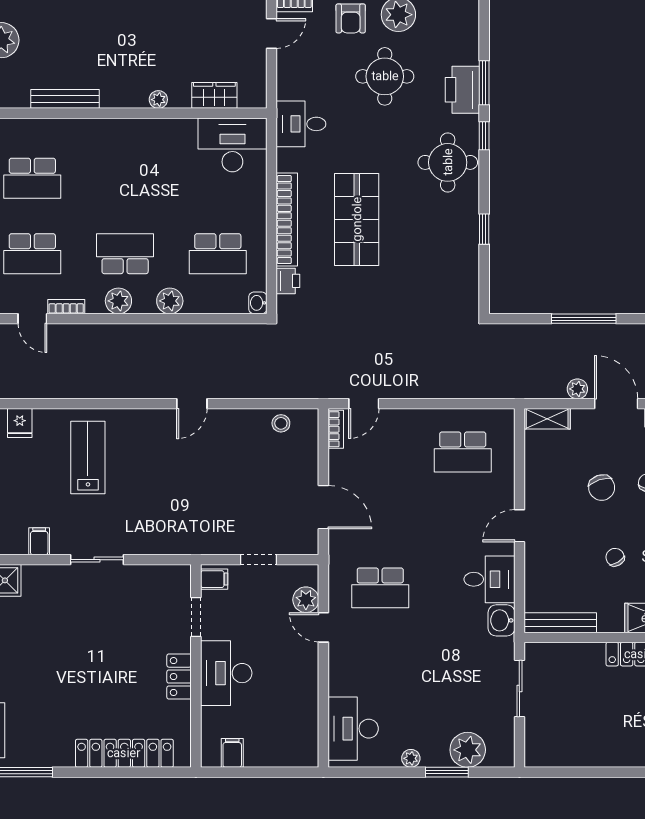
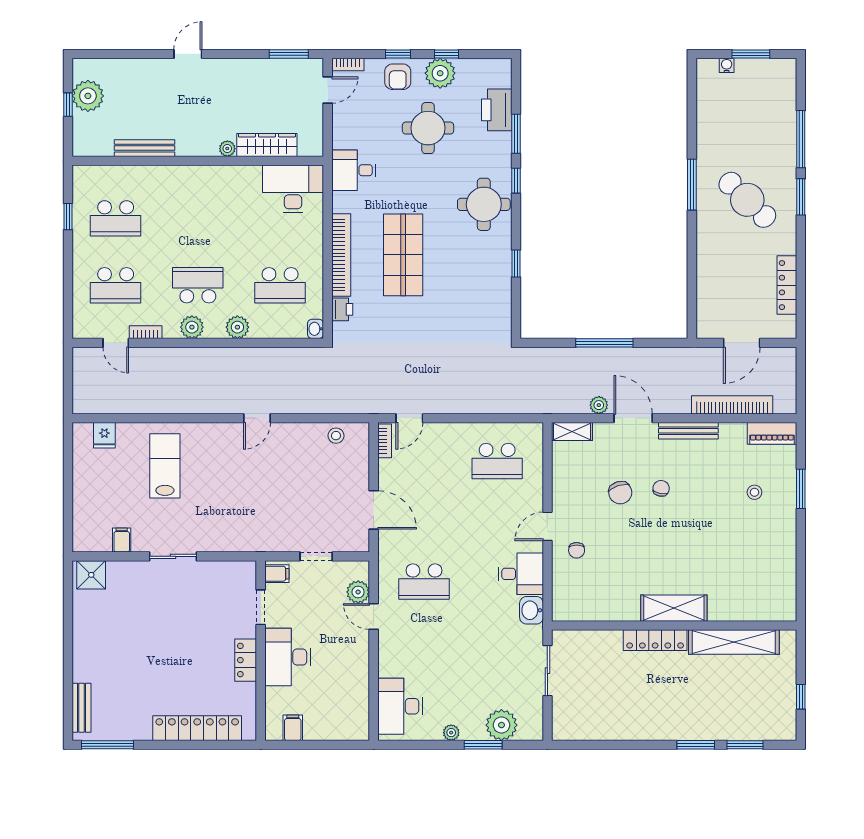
printer: (462, 90) -> (497, 110), moved
wardrobe: (214, 95) -> (267, 145), width x1.50
chair: (615, 557) -> (577, 550), moved, turned -149
bench: (560, 623) -> (584, 612), removed

